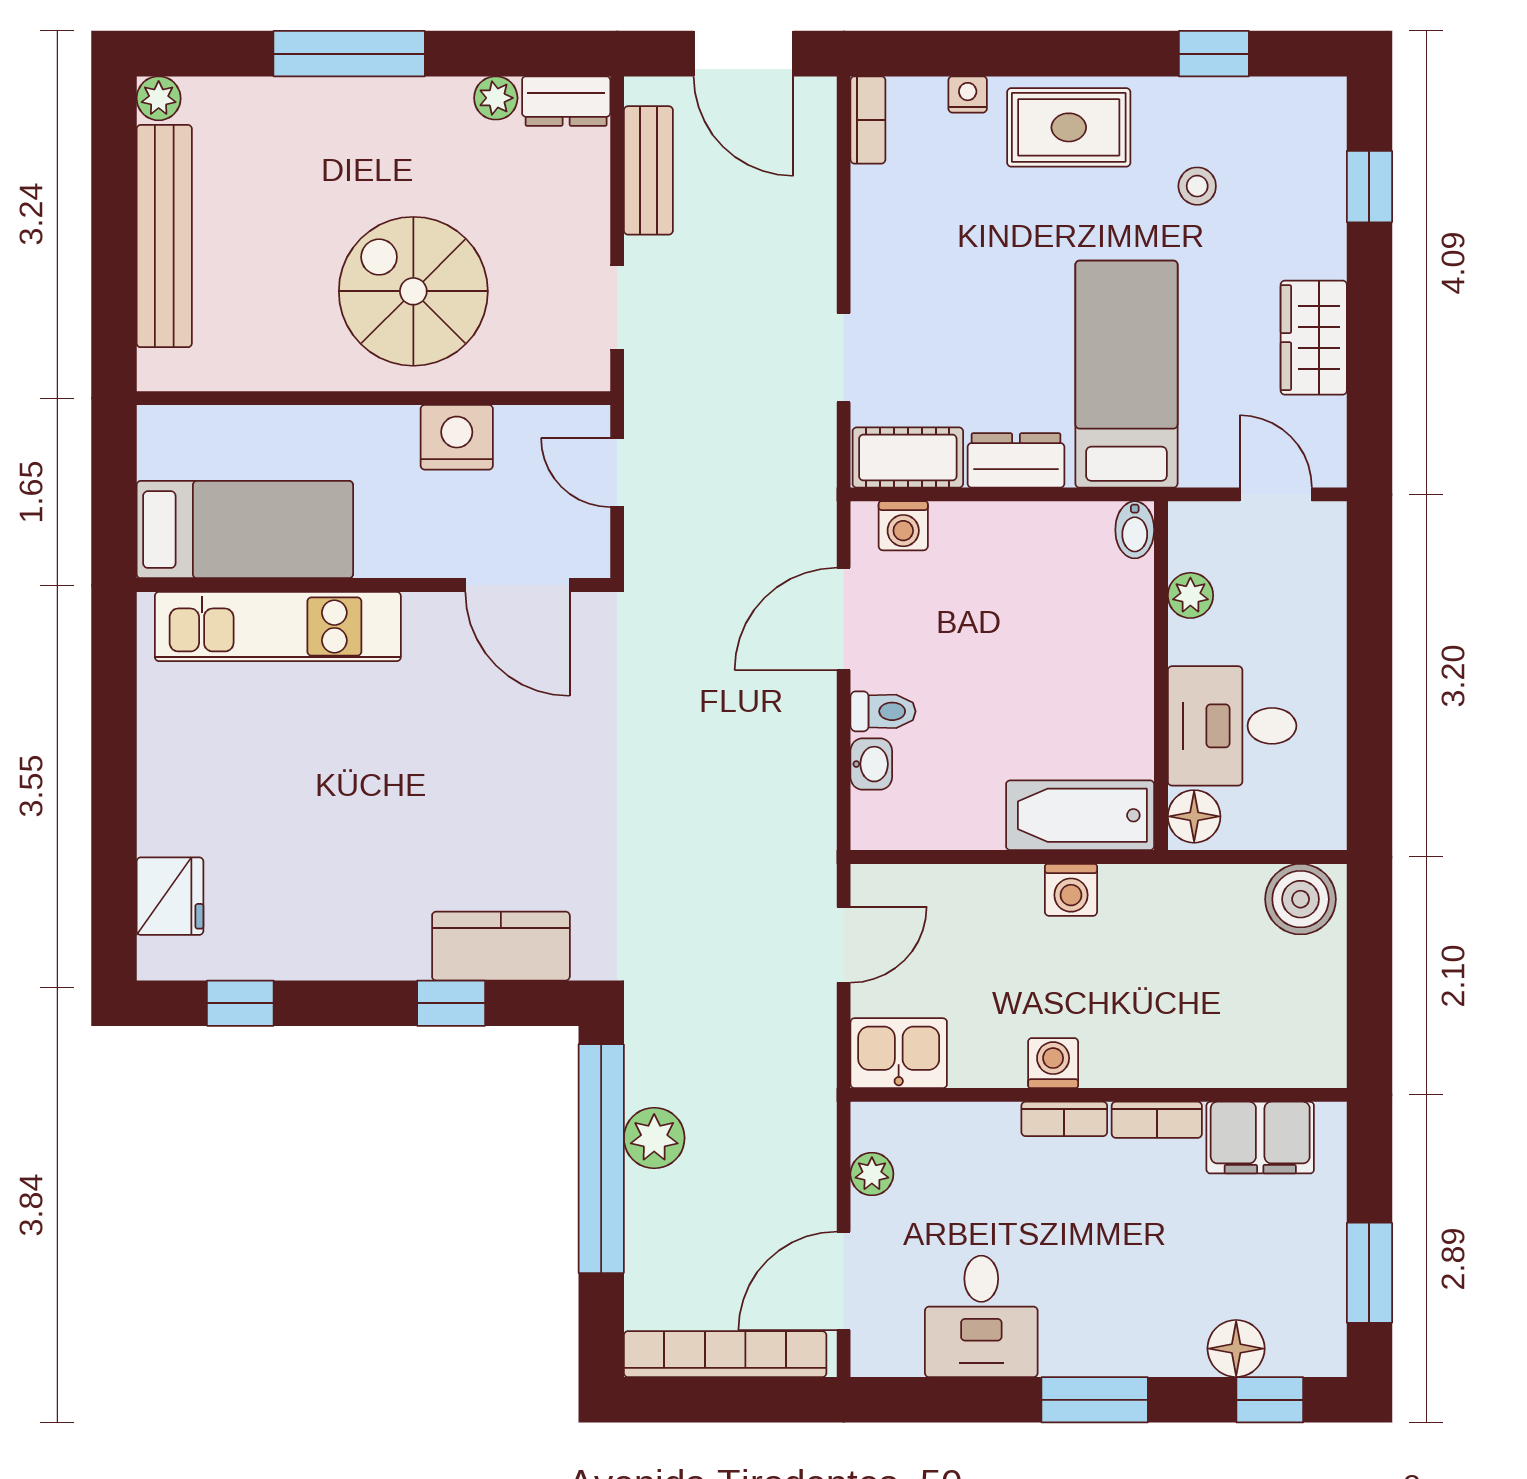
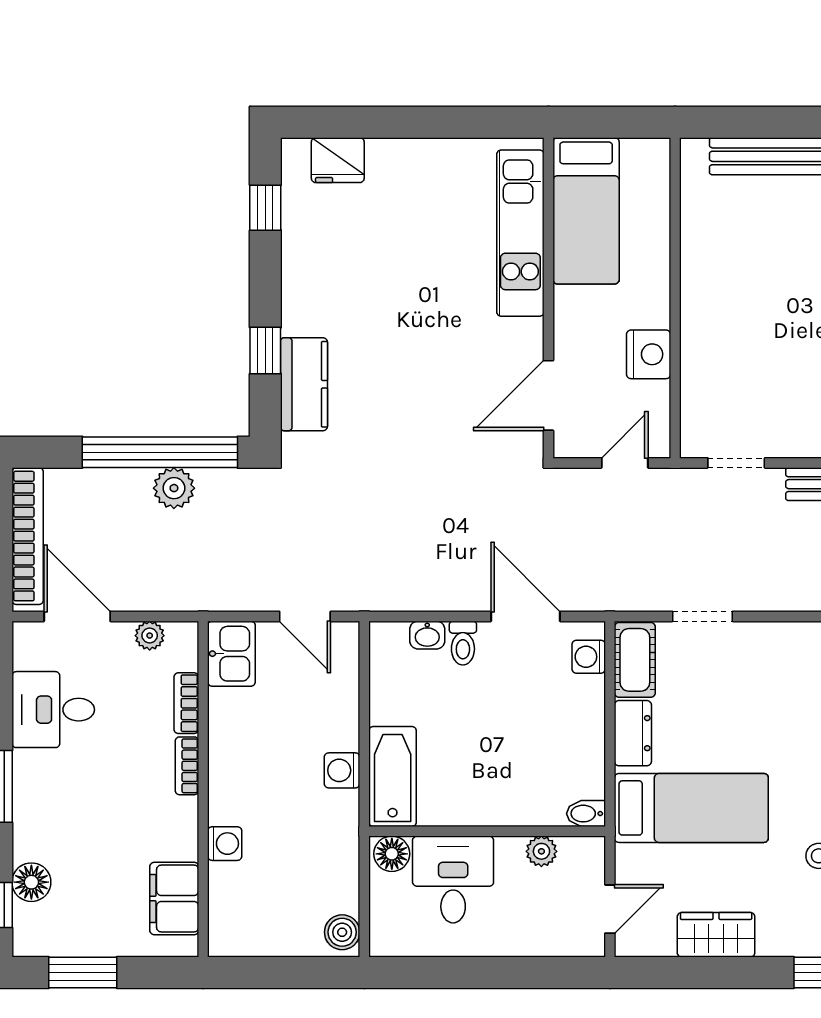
spiral stairs: (413, 291) -> (747, 325), removed
boiler: (1301, 899) -> (342, 932), width x0.73, depth x0.73
washing machine: (1053, 1063) -> (225, 844), moved
bookcase: (1157, 1120) -> (186, 703), moved

